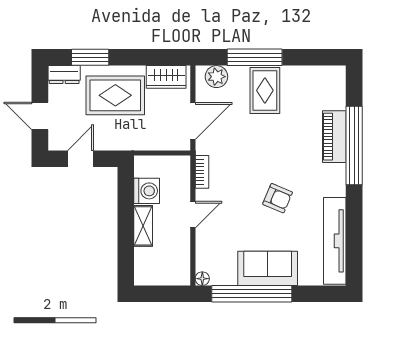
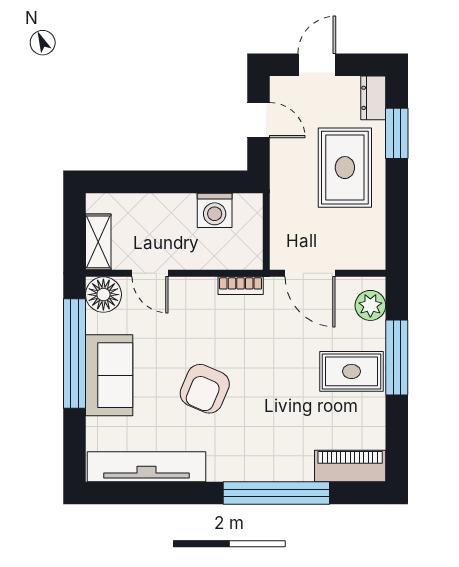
wardrobe: (166, 77) -> (370, 237), removed
piano: (334, 137) -> (350, 466), moved
armchair: (278, 198) -> (205, 389), width x1.38, depth x1.38
door: (193, 215) -> (150, 273), moved
shelving: (143, 226) -> (98, 242), moved, turned 90
floor lamp: (202, 279) -> (103, 295), width x1.89, depth x1.89

